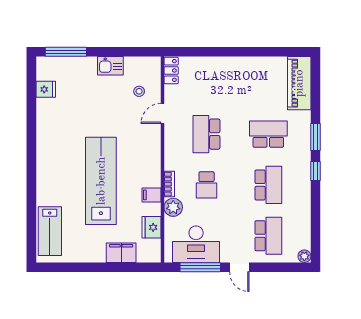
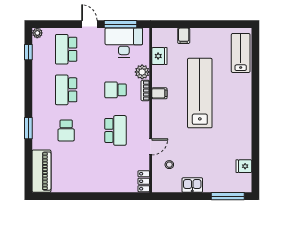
school desk: (268, 134) -> (66, 130), width x0.54
window: (315, 171) -> (28, 52), moved
lab bench: (101, 181) -> (200, 93), turned 180
school desk: (207, 185) -> (115, 90), turned -90
filing cabinet: (151, 195) -> (159, 93), moved
filing cabinet: (121, 253) -> (184, 36), width x0.50

